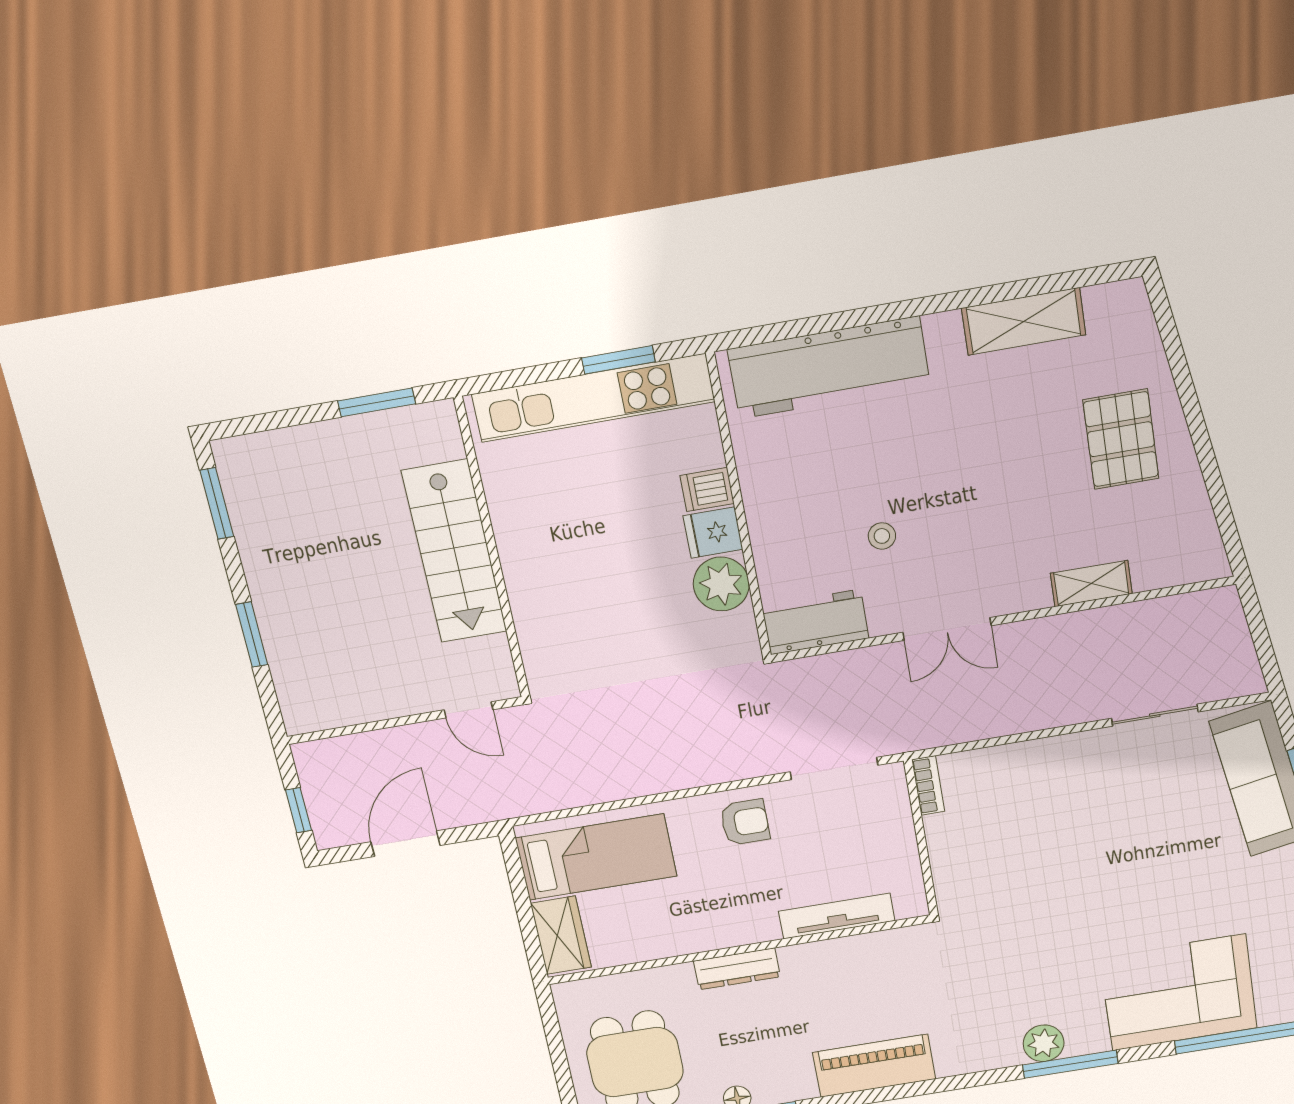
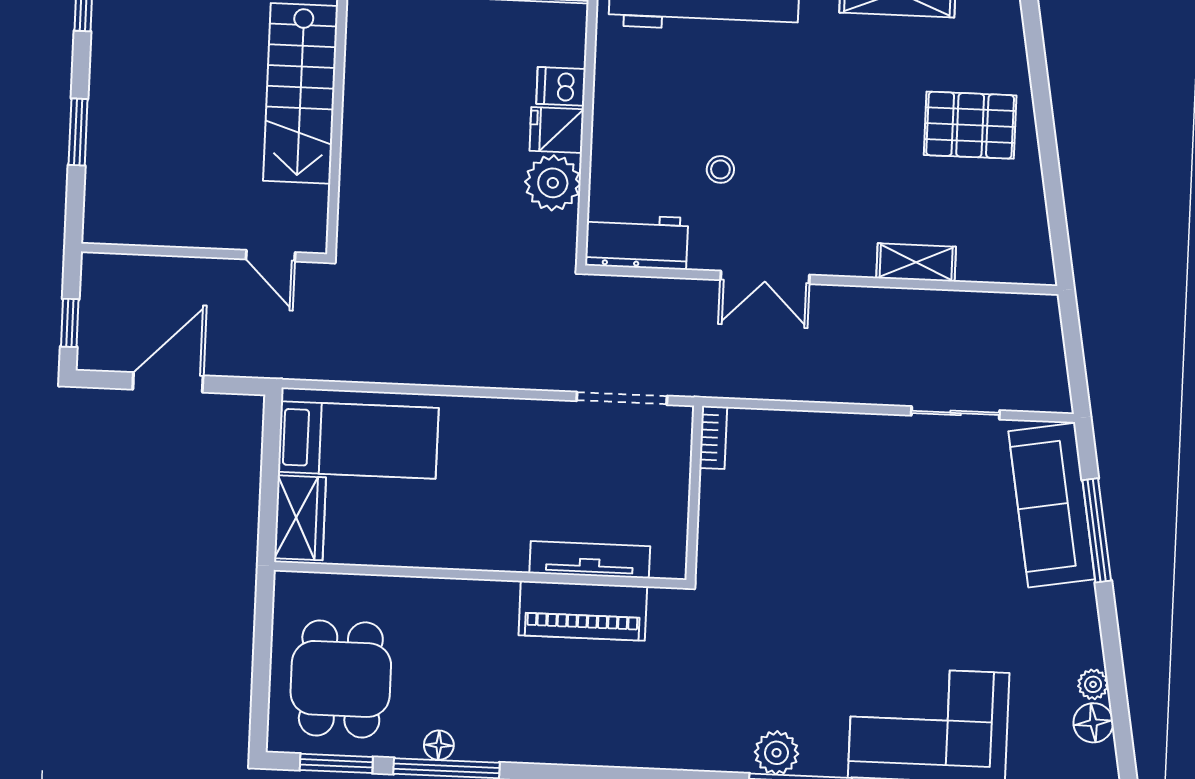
pallet: (1121, 439) -> (970, 125), turned 90
armchair: (745, 822) -> (519, 436), removed
dresser: (737, 969) -> (473, 596), removed
piano: (874, 1066) -> (583, 611), moved, turned 180

